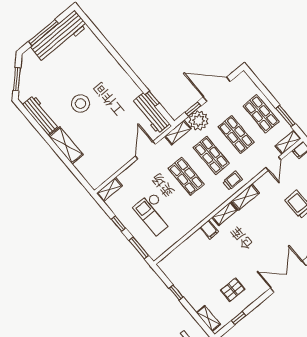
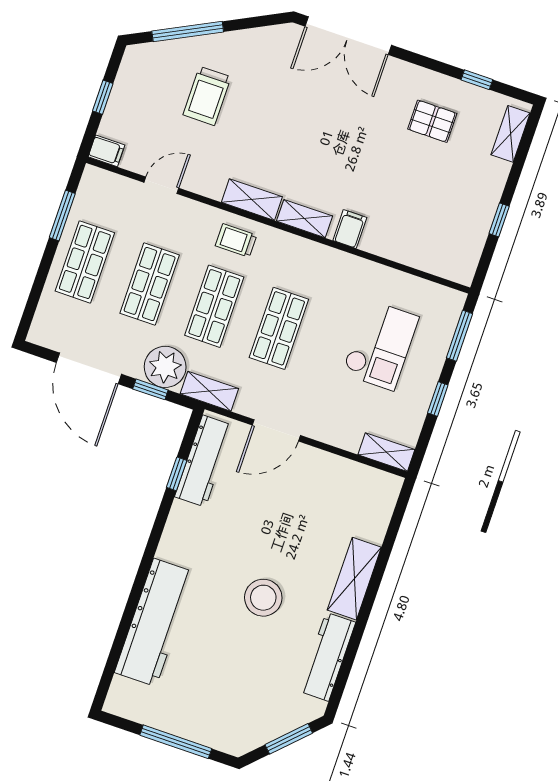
workbench: (59, 36) -> (155, 622), moved, turned 90
shelving: (288, 142) -> (107, 182), removed

